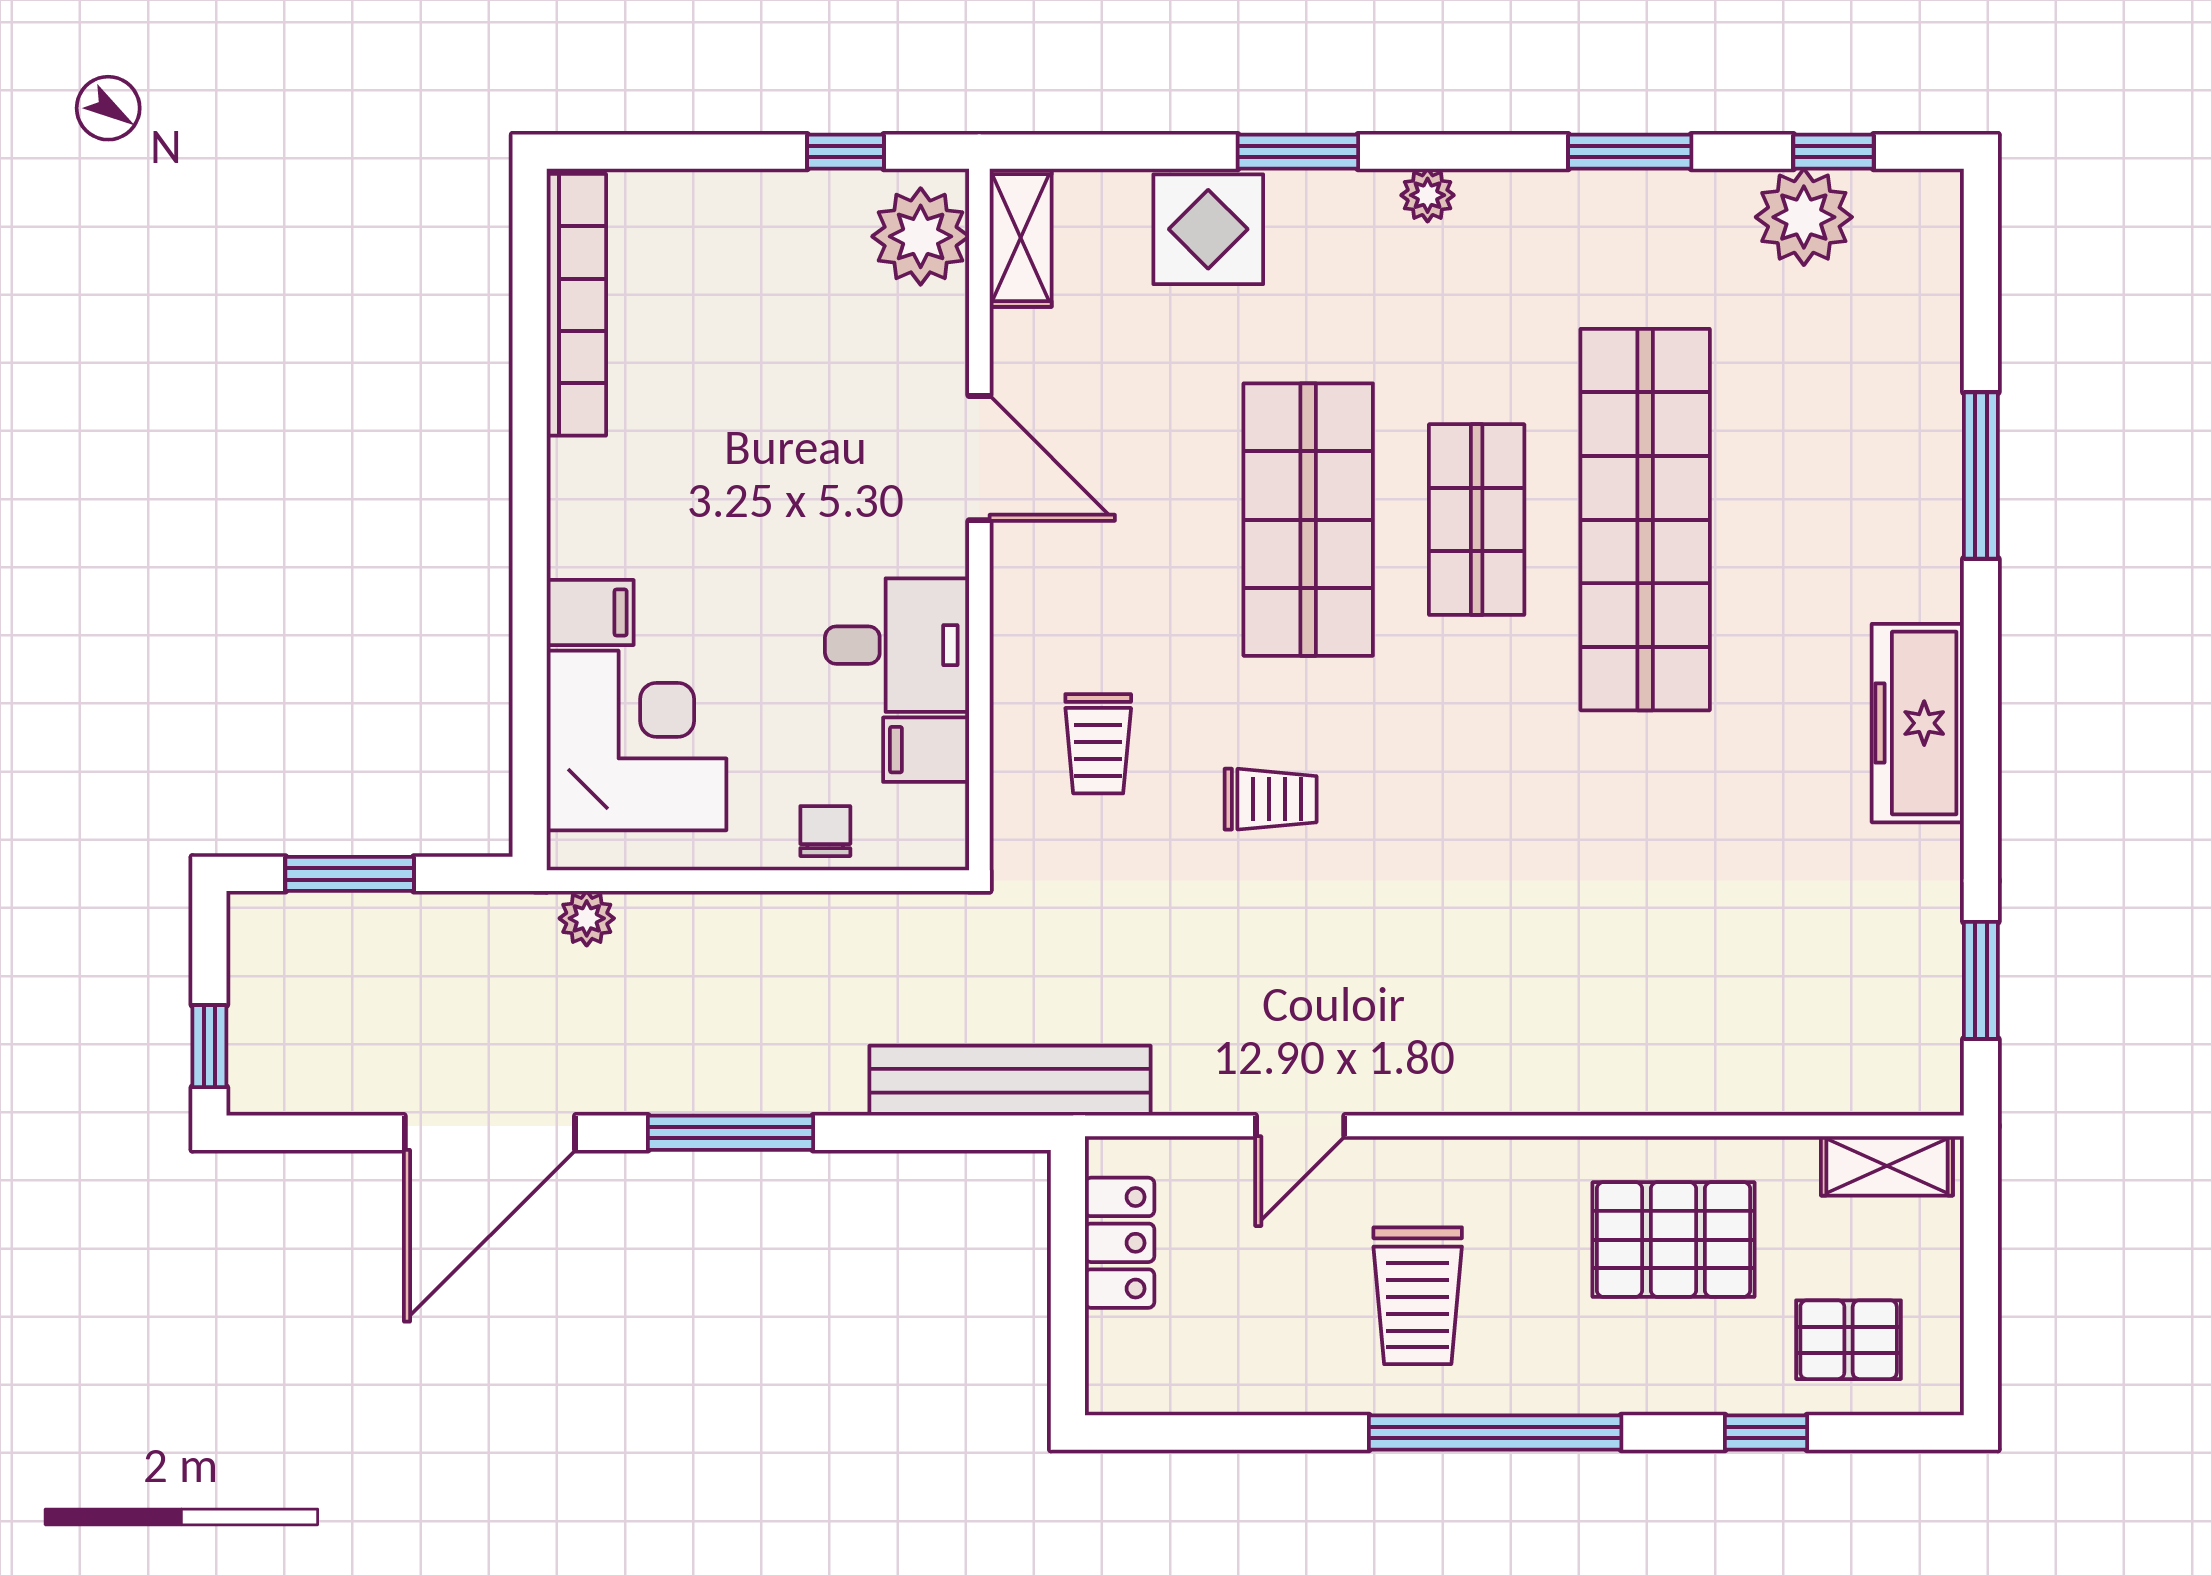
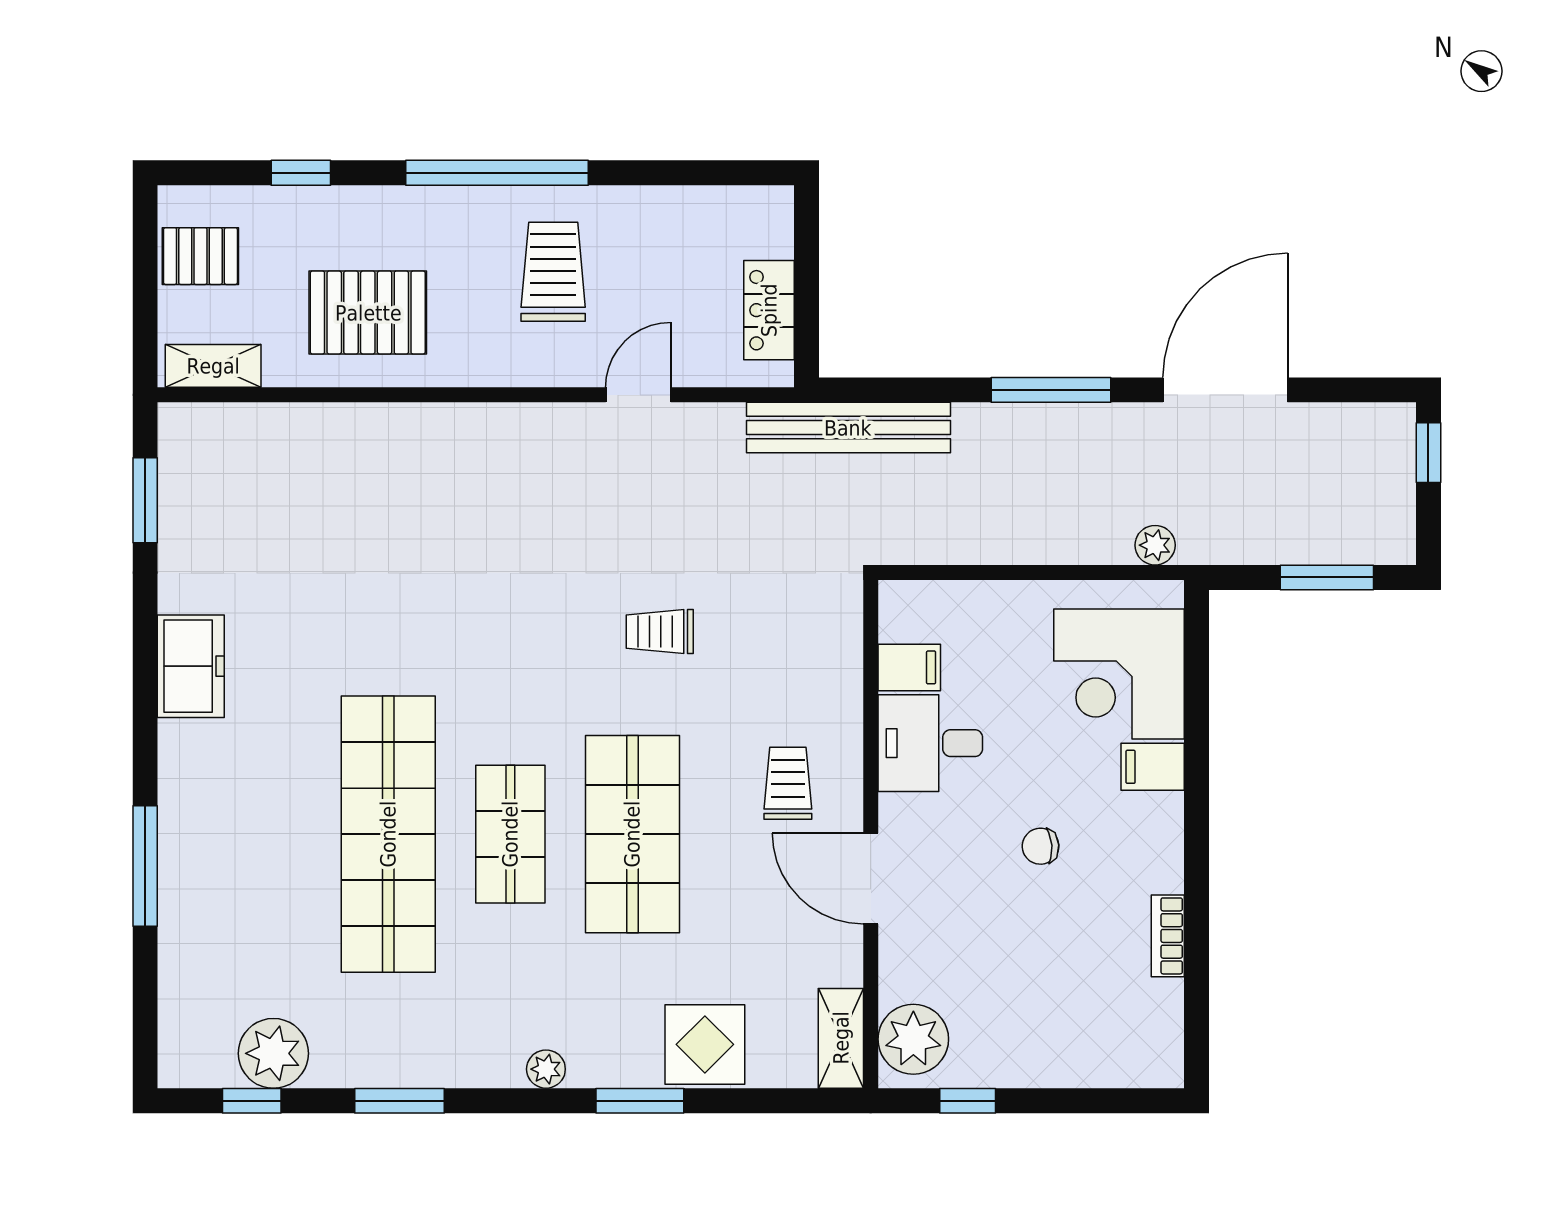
bookcase: (576, 305) -> (1168, 936), width x0.43, depth x0.76
freezer: (1918, 723) -> (191, 666), width x0.71
trolley: (1098, 744) -> (788, 783), moved
chair: (825, 831) -> (1040, 846), moved, turned 86
pallet: (1849, 1340) -> (200, 256), moved

